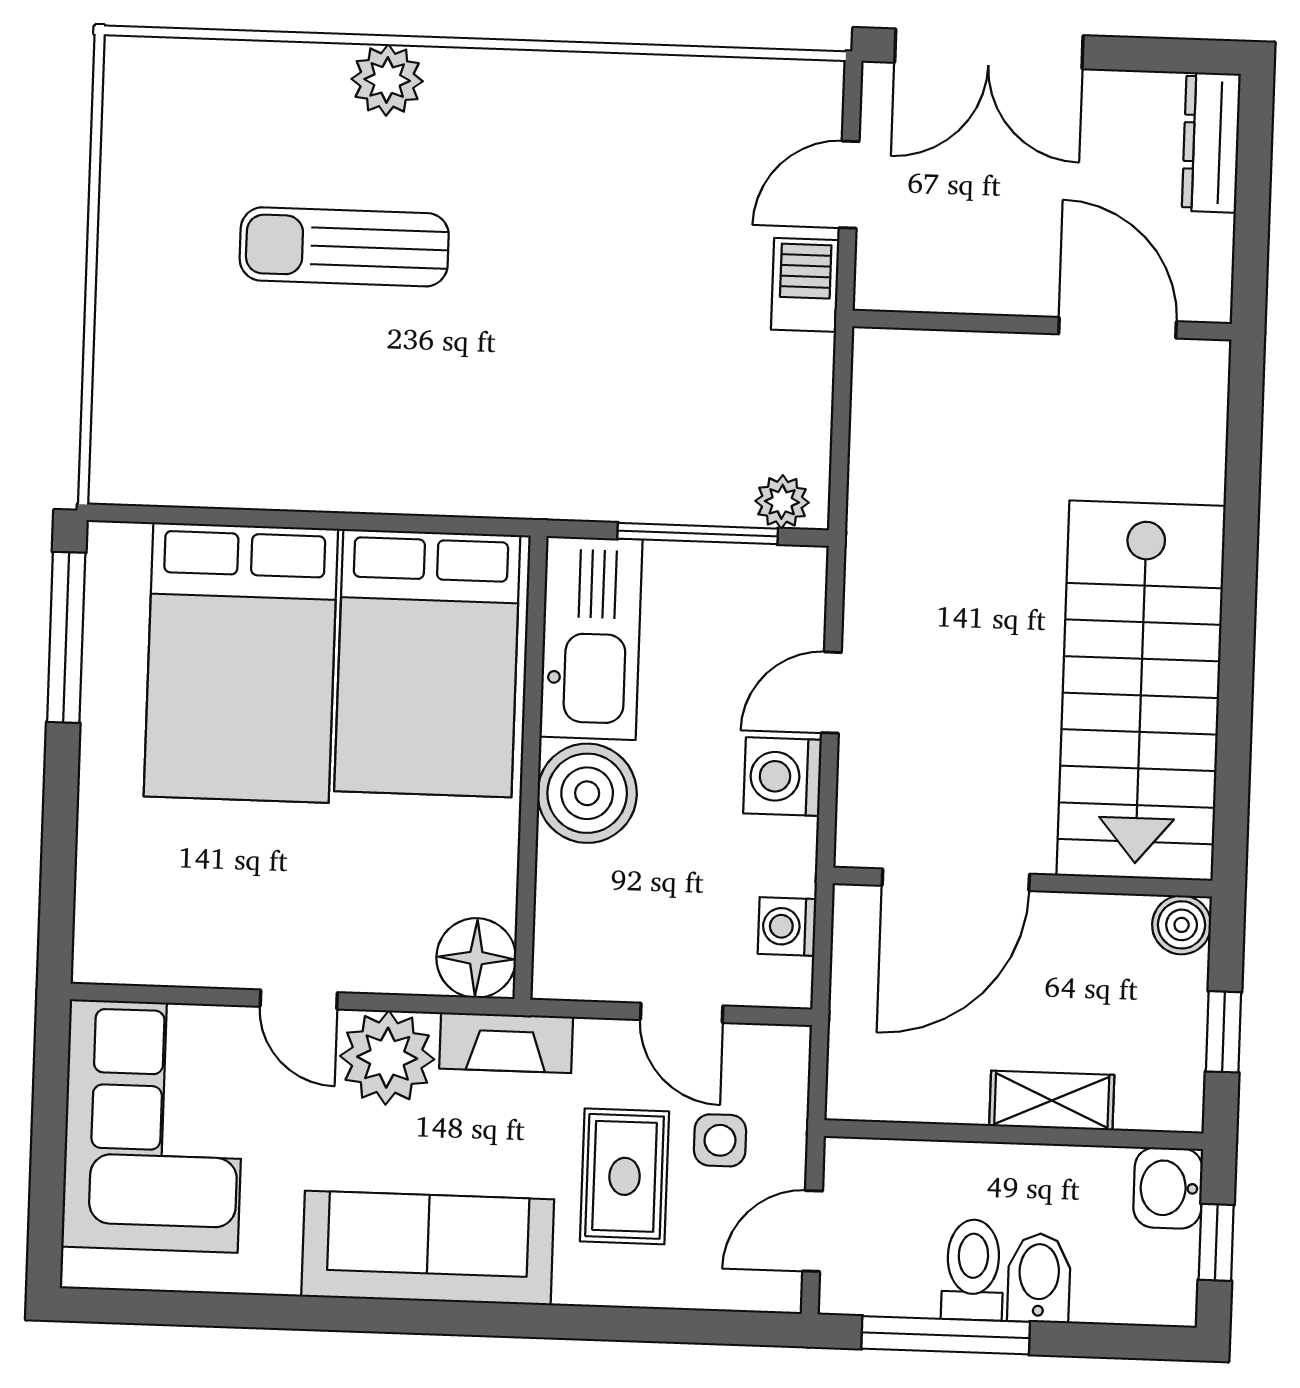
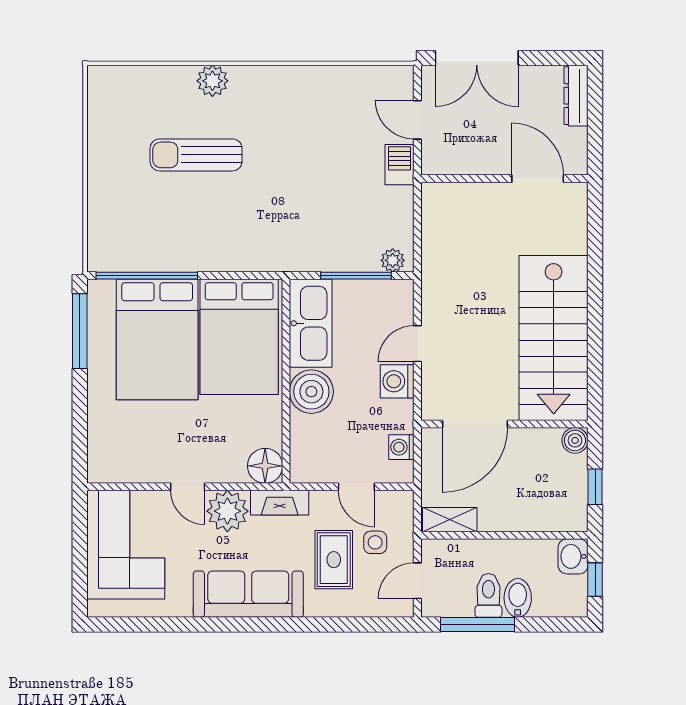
door: (849, 185) -> (417, 120), hinge flipped
window: (223, 517) -> (147, 276), added
shelving: (1052, 1100) -> (450, 520), moved

